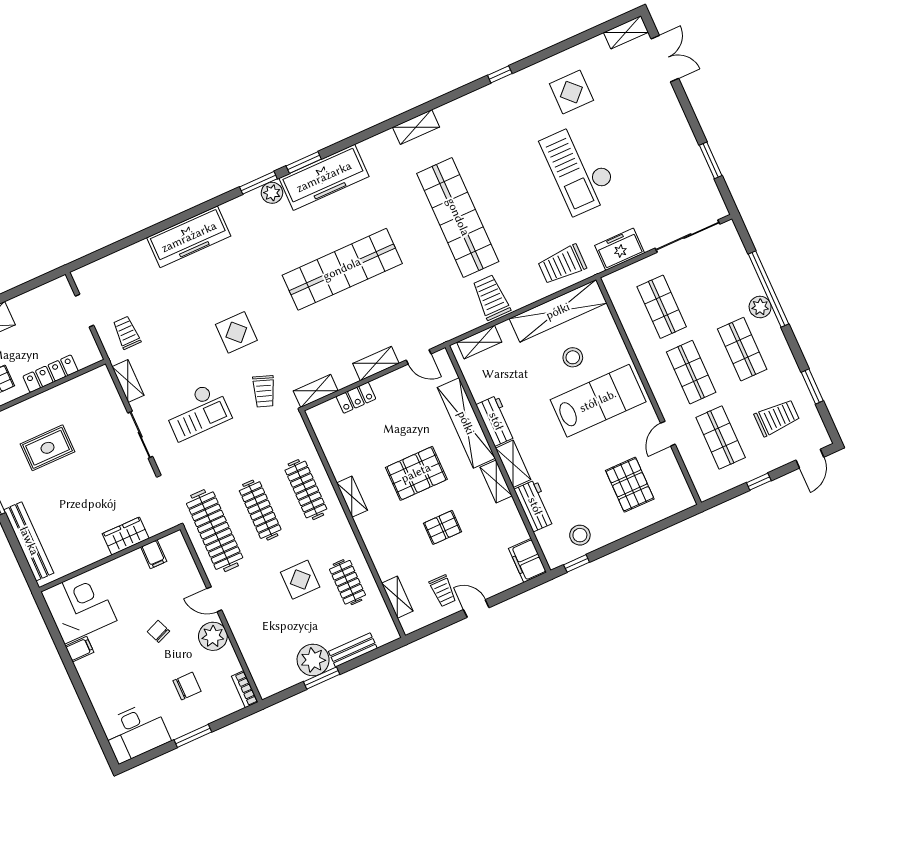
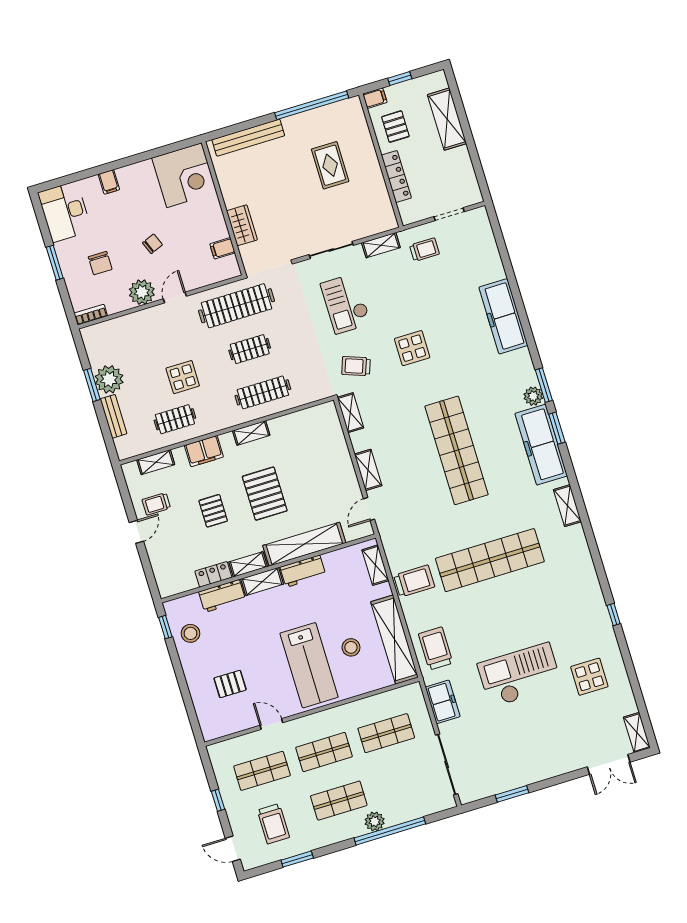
shelving: (416, 127) -> (567, 506), moved
locker: (356, 398) -> (213, 574), moved, turned 90
pallet: (630, 485) -> (230, 684), width x0.67, depth x0.71
clothes rail: (260, 510) -> (250, 349), width x0.73
filing cabinet: (528, 560) -> (204, 451), moved, turned 180
filing cabinet: (79, 649) -> (109, 182), moved

